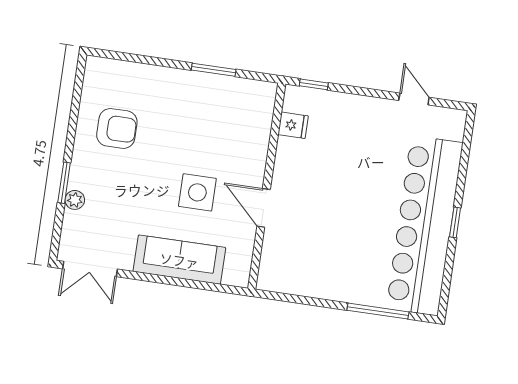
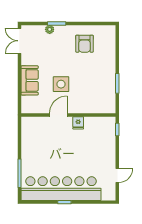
fridge: (293, 125) -> (78, 123), moved
sofa: (179, 260) -> (30, 80), width x0.73

